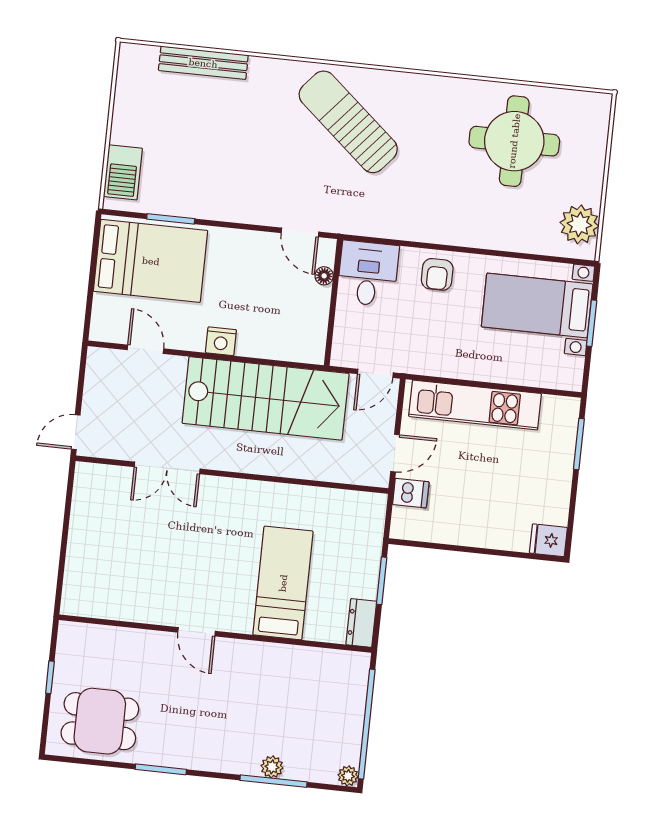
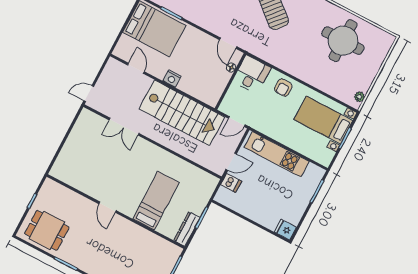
plant: (579, 224) -> (359, 97), width x0.53, depth x0.53
dresser: (361, 623) -> (187, 229), width x1.44

